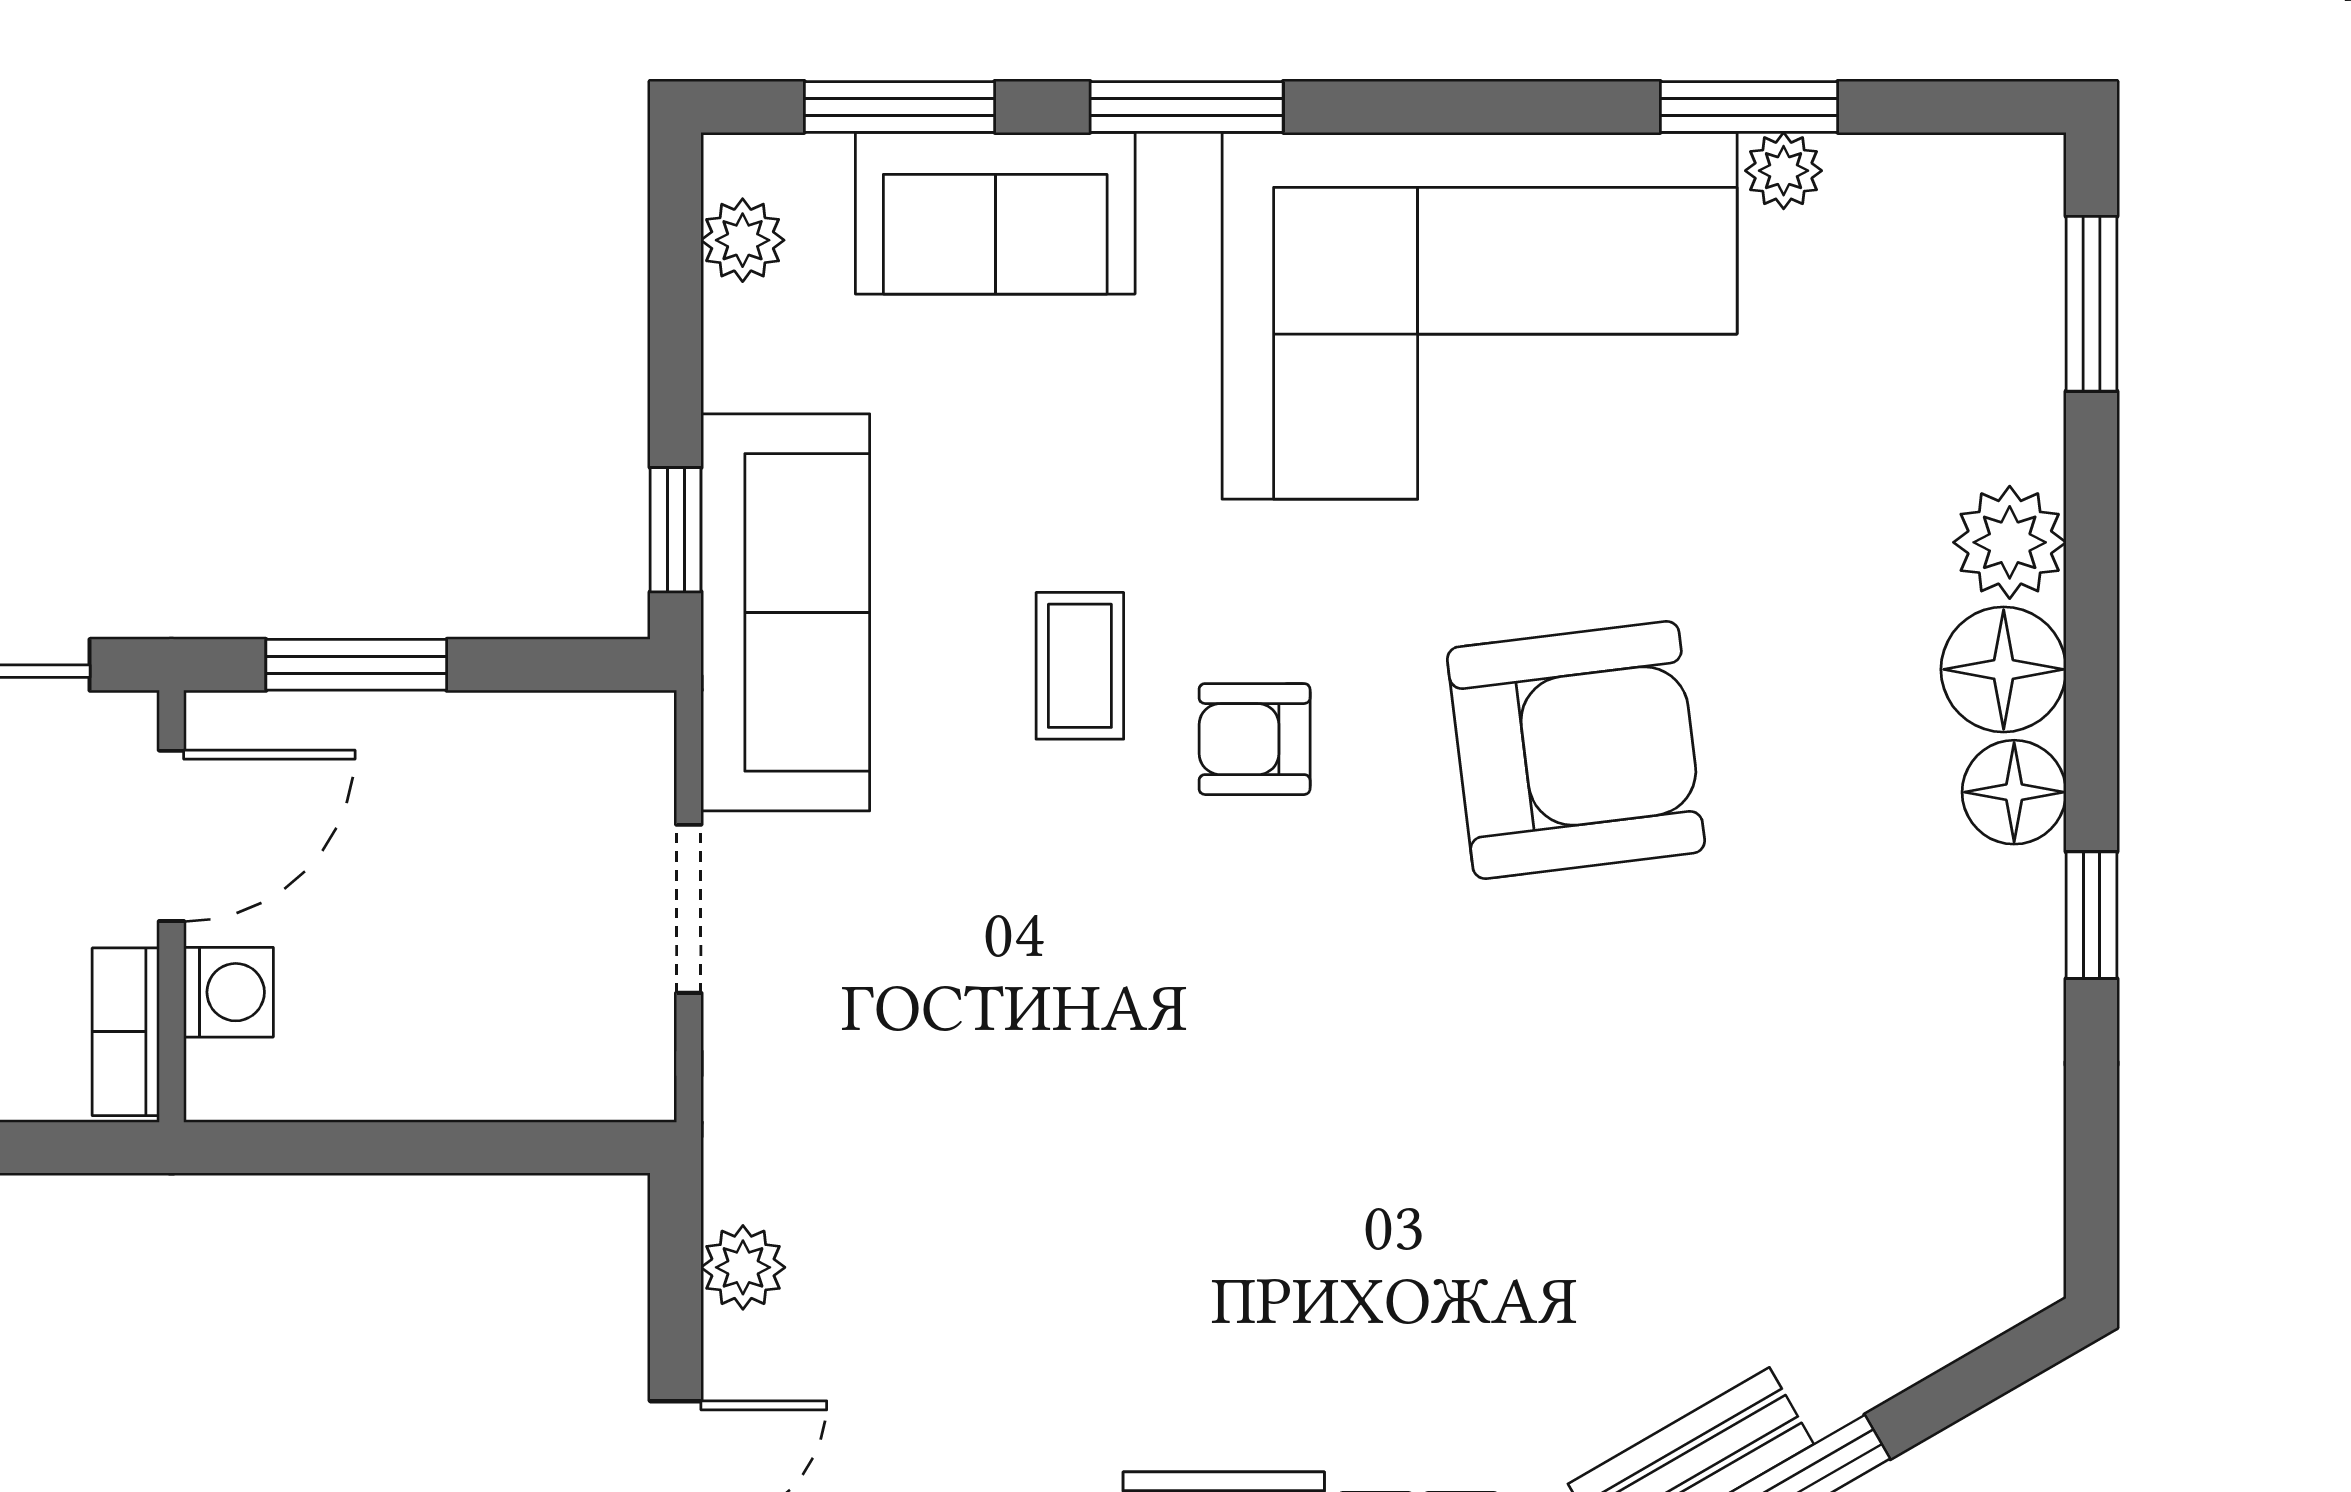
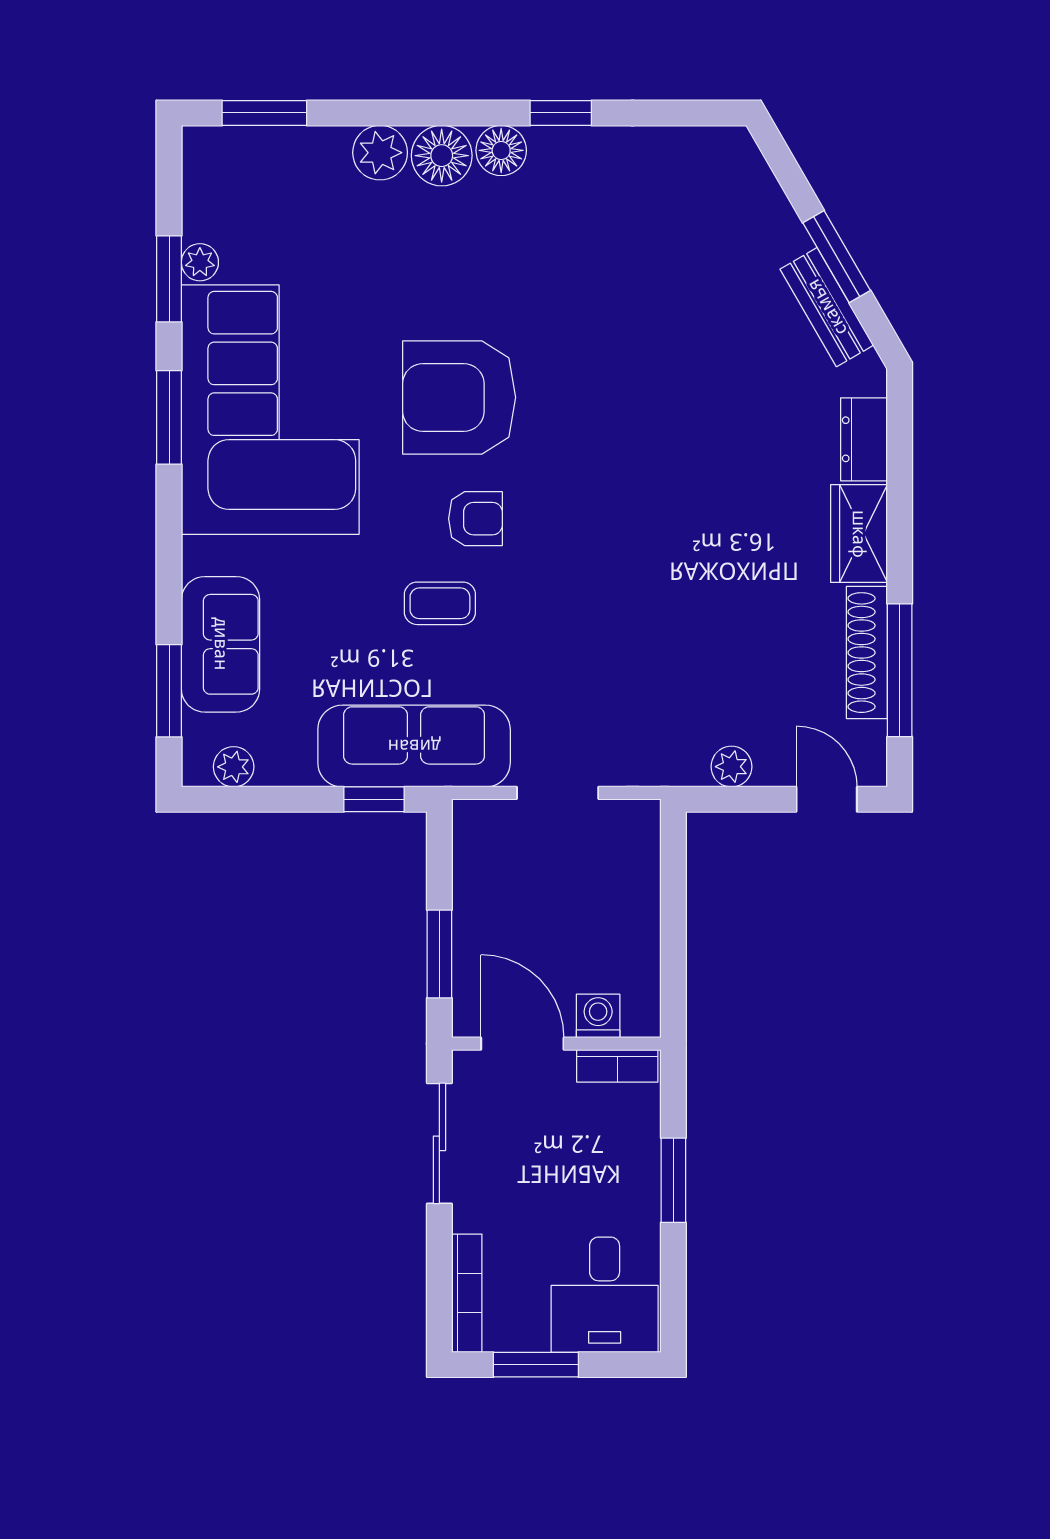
window: (1187, 107) -> (169, 417), moved
armchair: (1255, 739) -> (475, 519), turned -90
armchair: (1576, 750) -> (459, 397), moved, turned -83

